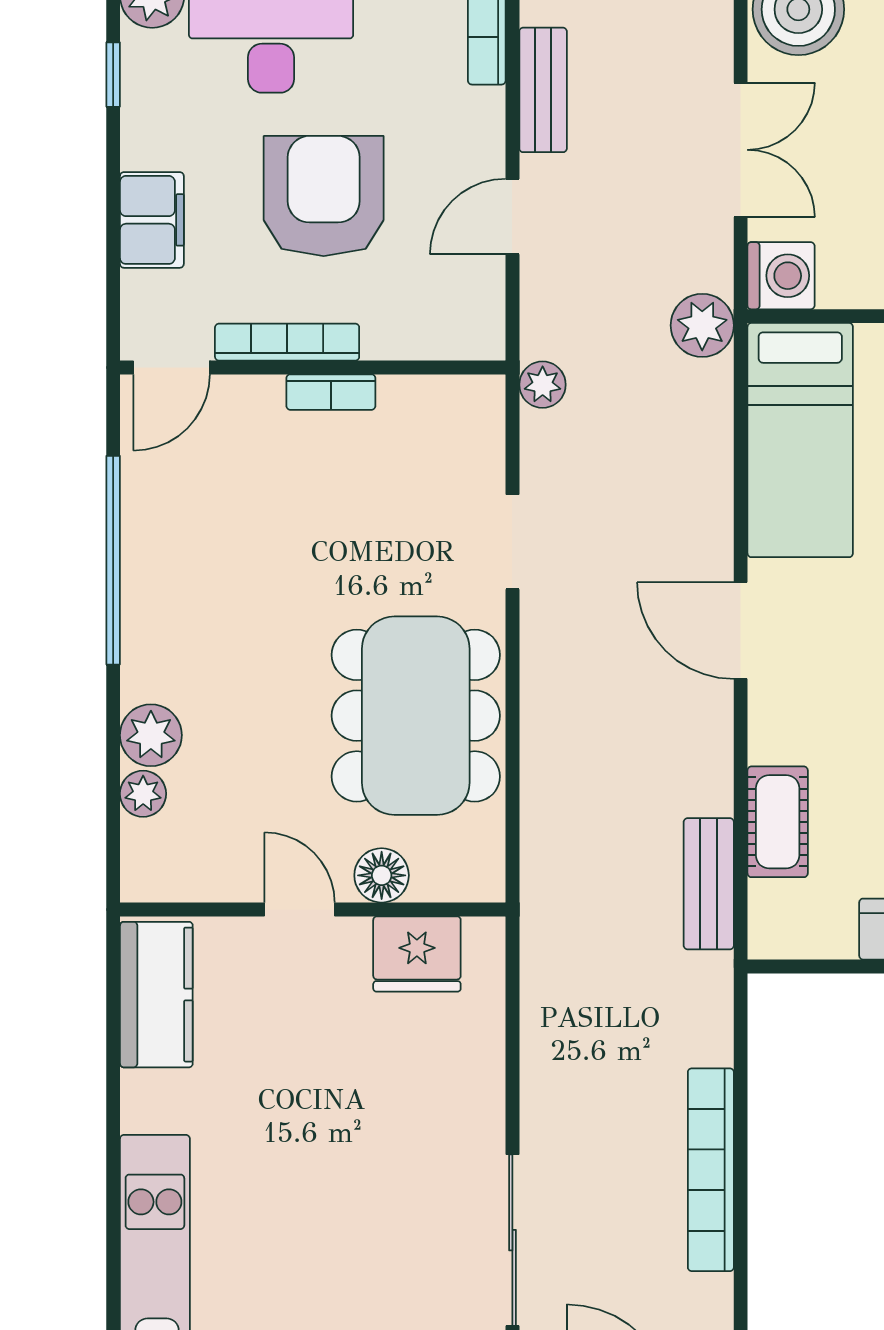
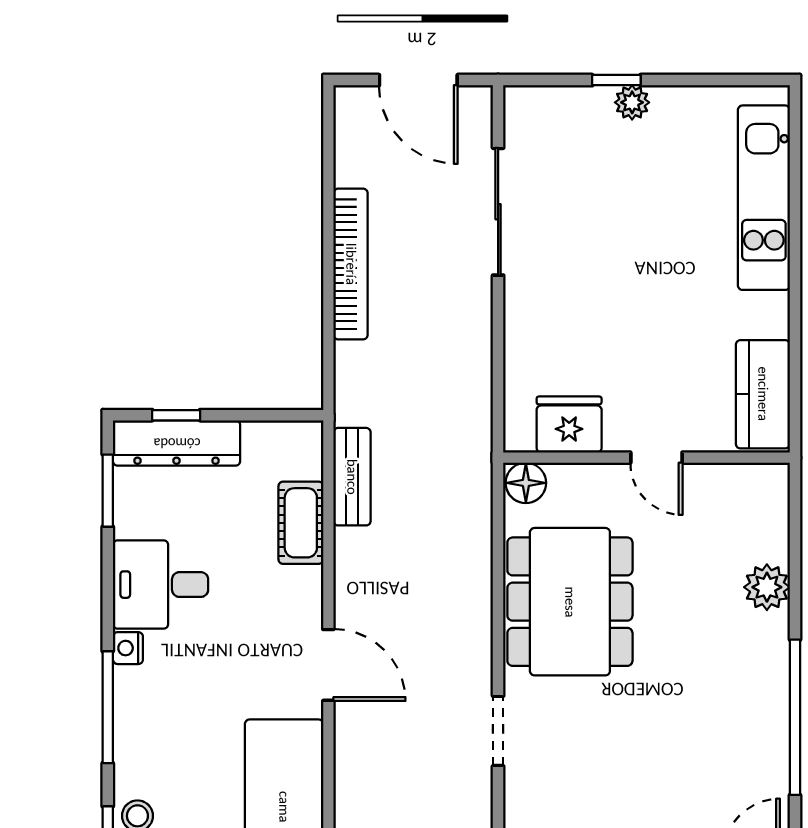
plant: (143, 794) -> (773, 544), removed
floor lamp: (382, 875) -> (526, 483), moved

